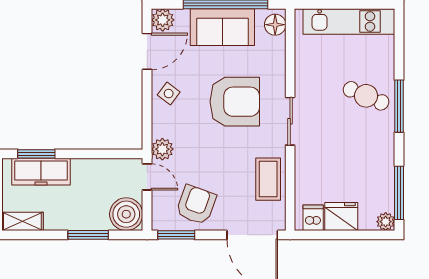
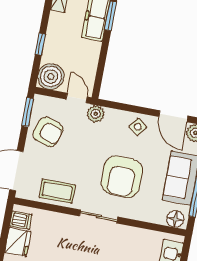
door: (147, 177) -> (77, 98), swing flipped
window: (88, 235) -> (40, 44), width x0.67

